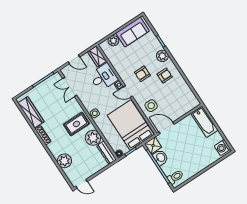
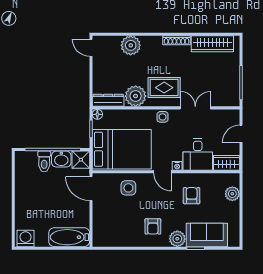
sofa: (133, 32) -> (207, 235), moved, turned 90
armchair: (142, 74) -> (192, 196), moved
double door: (70, 87) -> (195, 108), moved
door: (128, 92) -> (162, 172), swing flipped
rug: (76, 124) -> (164, 88), turned 90
door: (166, 128) -> (91, 189), swing flipped
toilet: (175, 177) -> (44, 161), moved
door: (82, 184) -> (91, 48), hinge flipped

